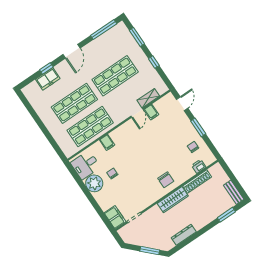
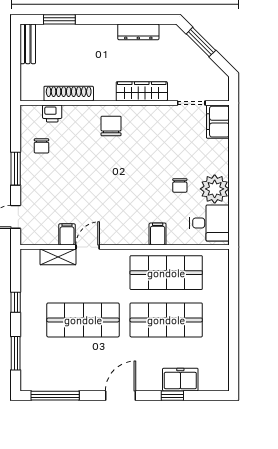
wardrobe: (173, 200) -> (142, 91), moved

